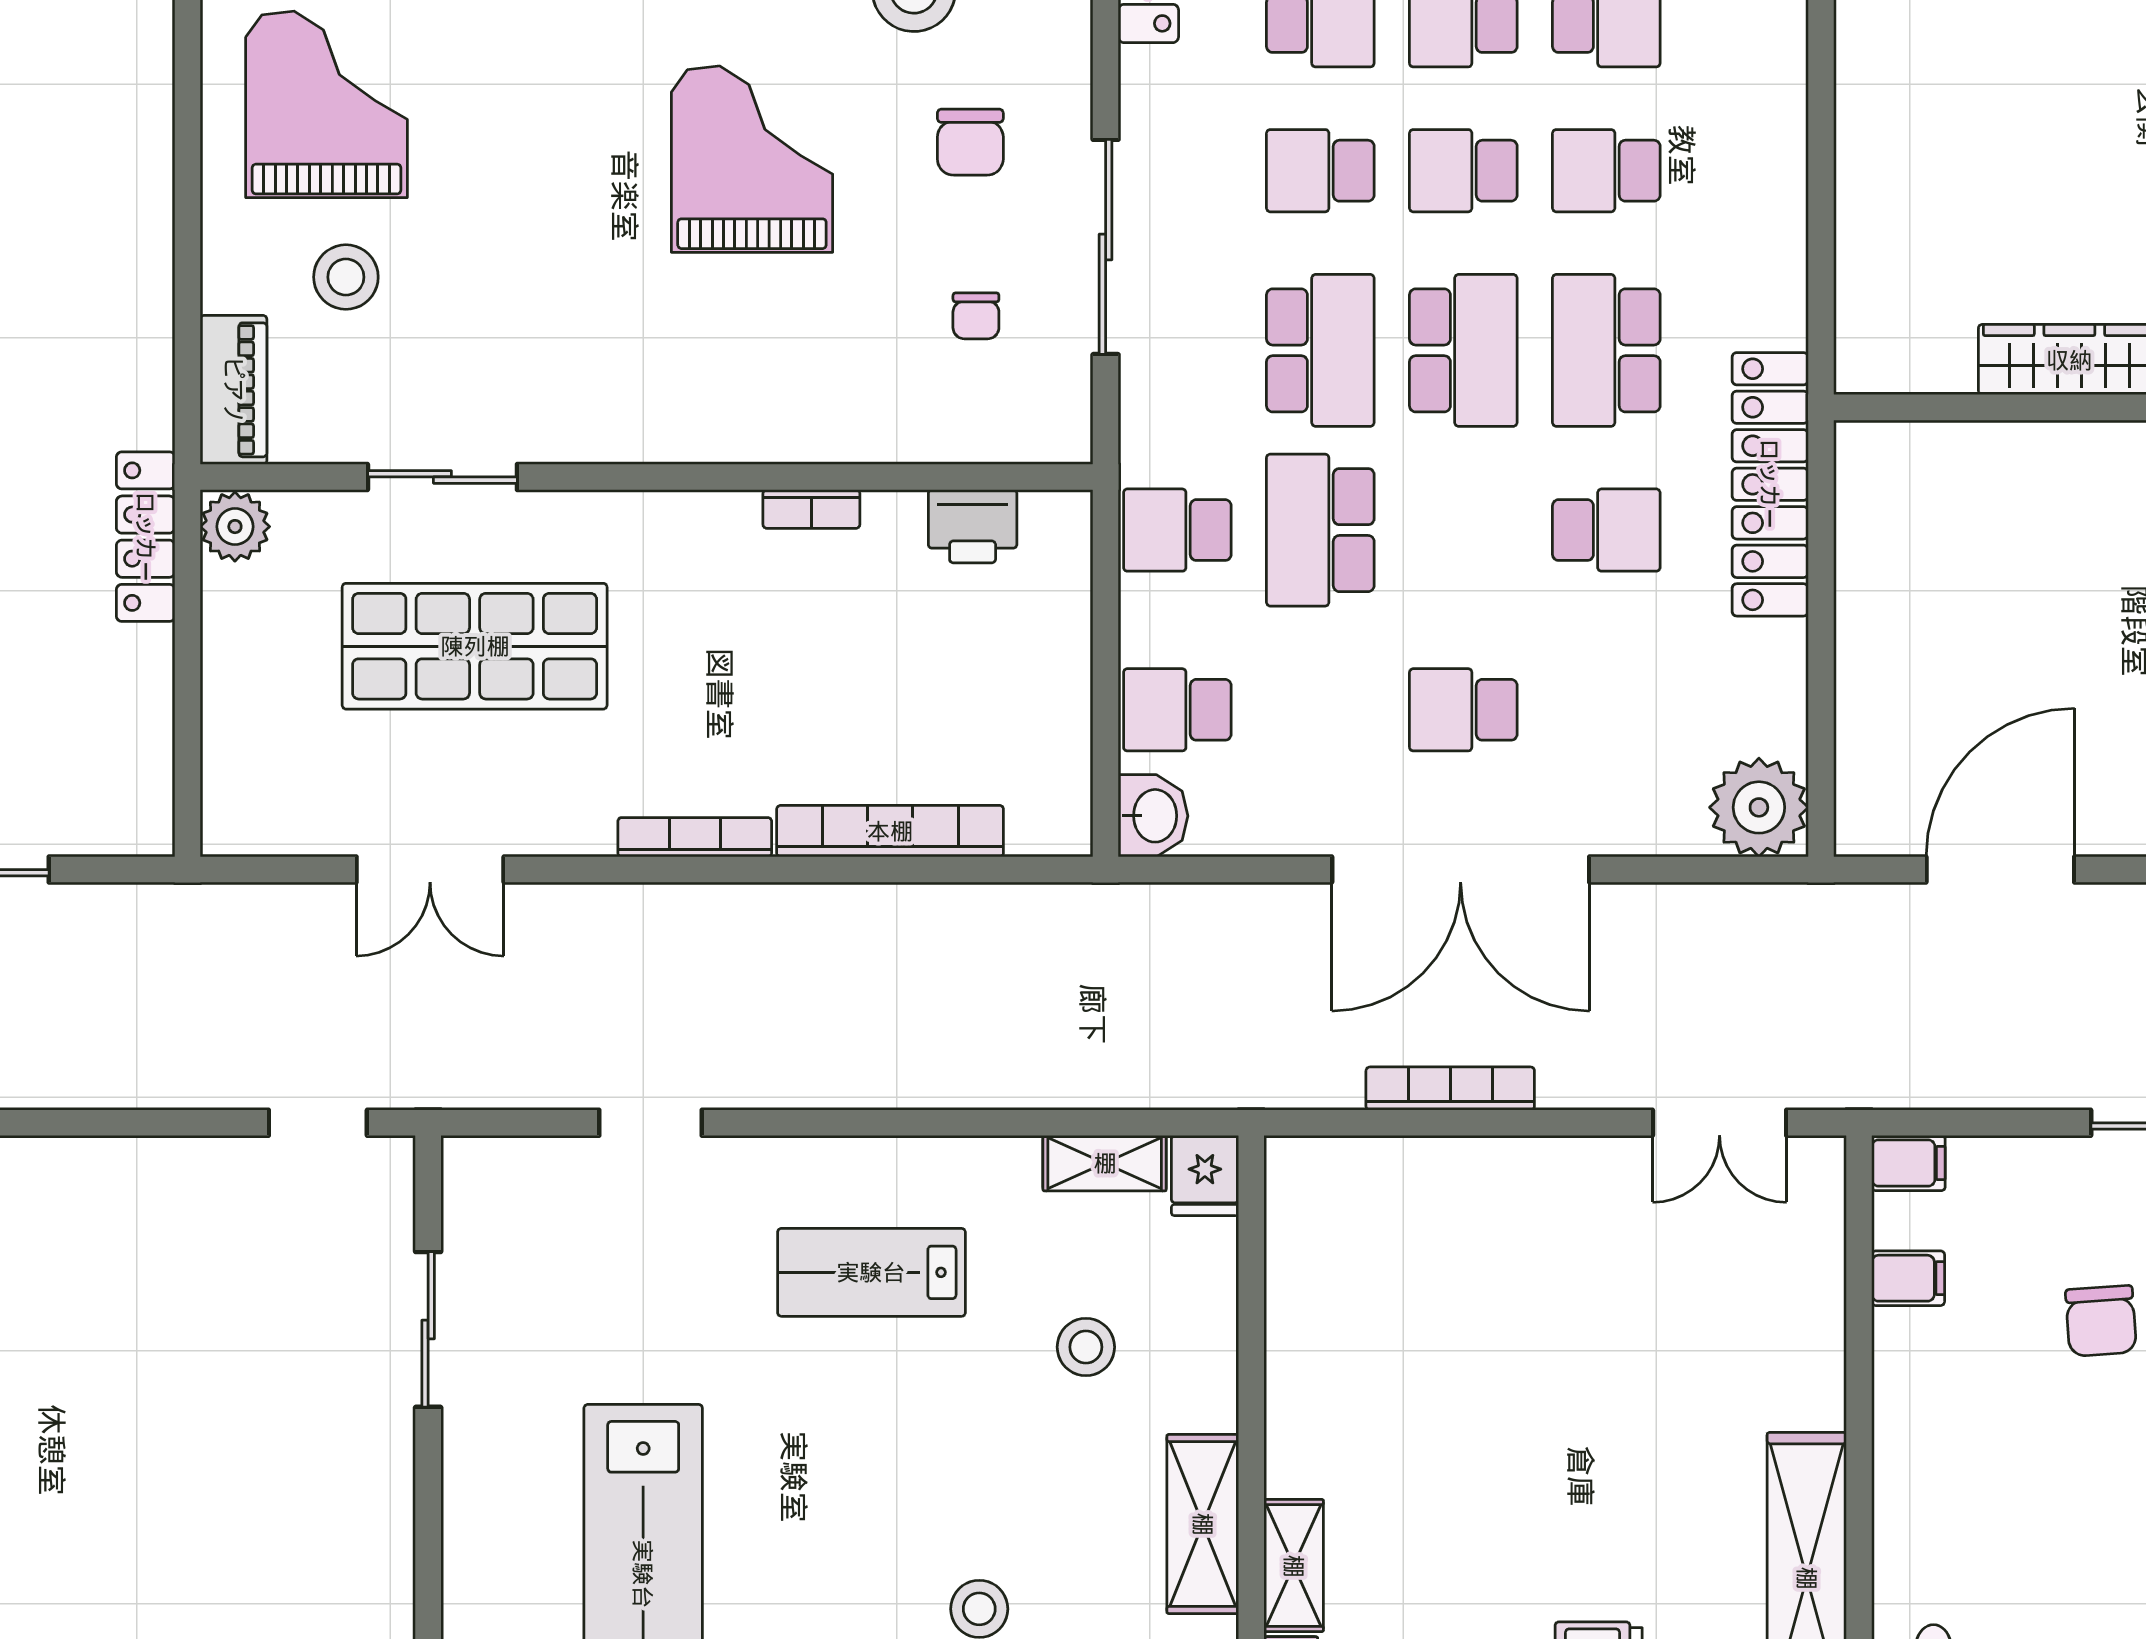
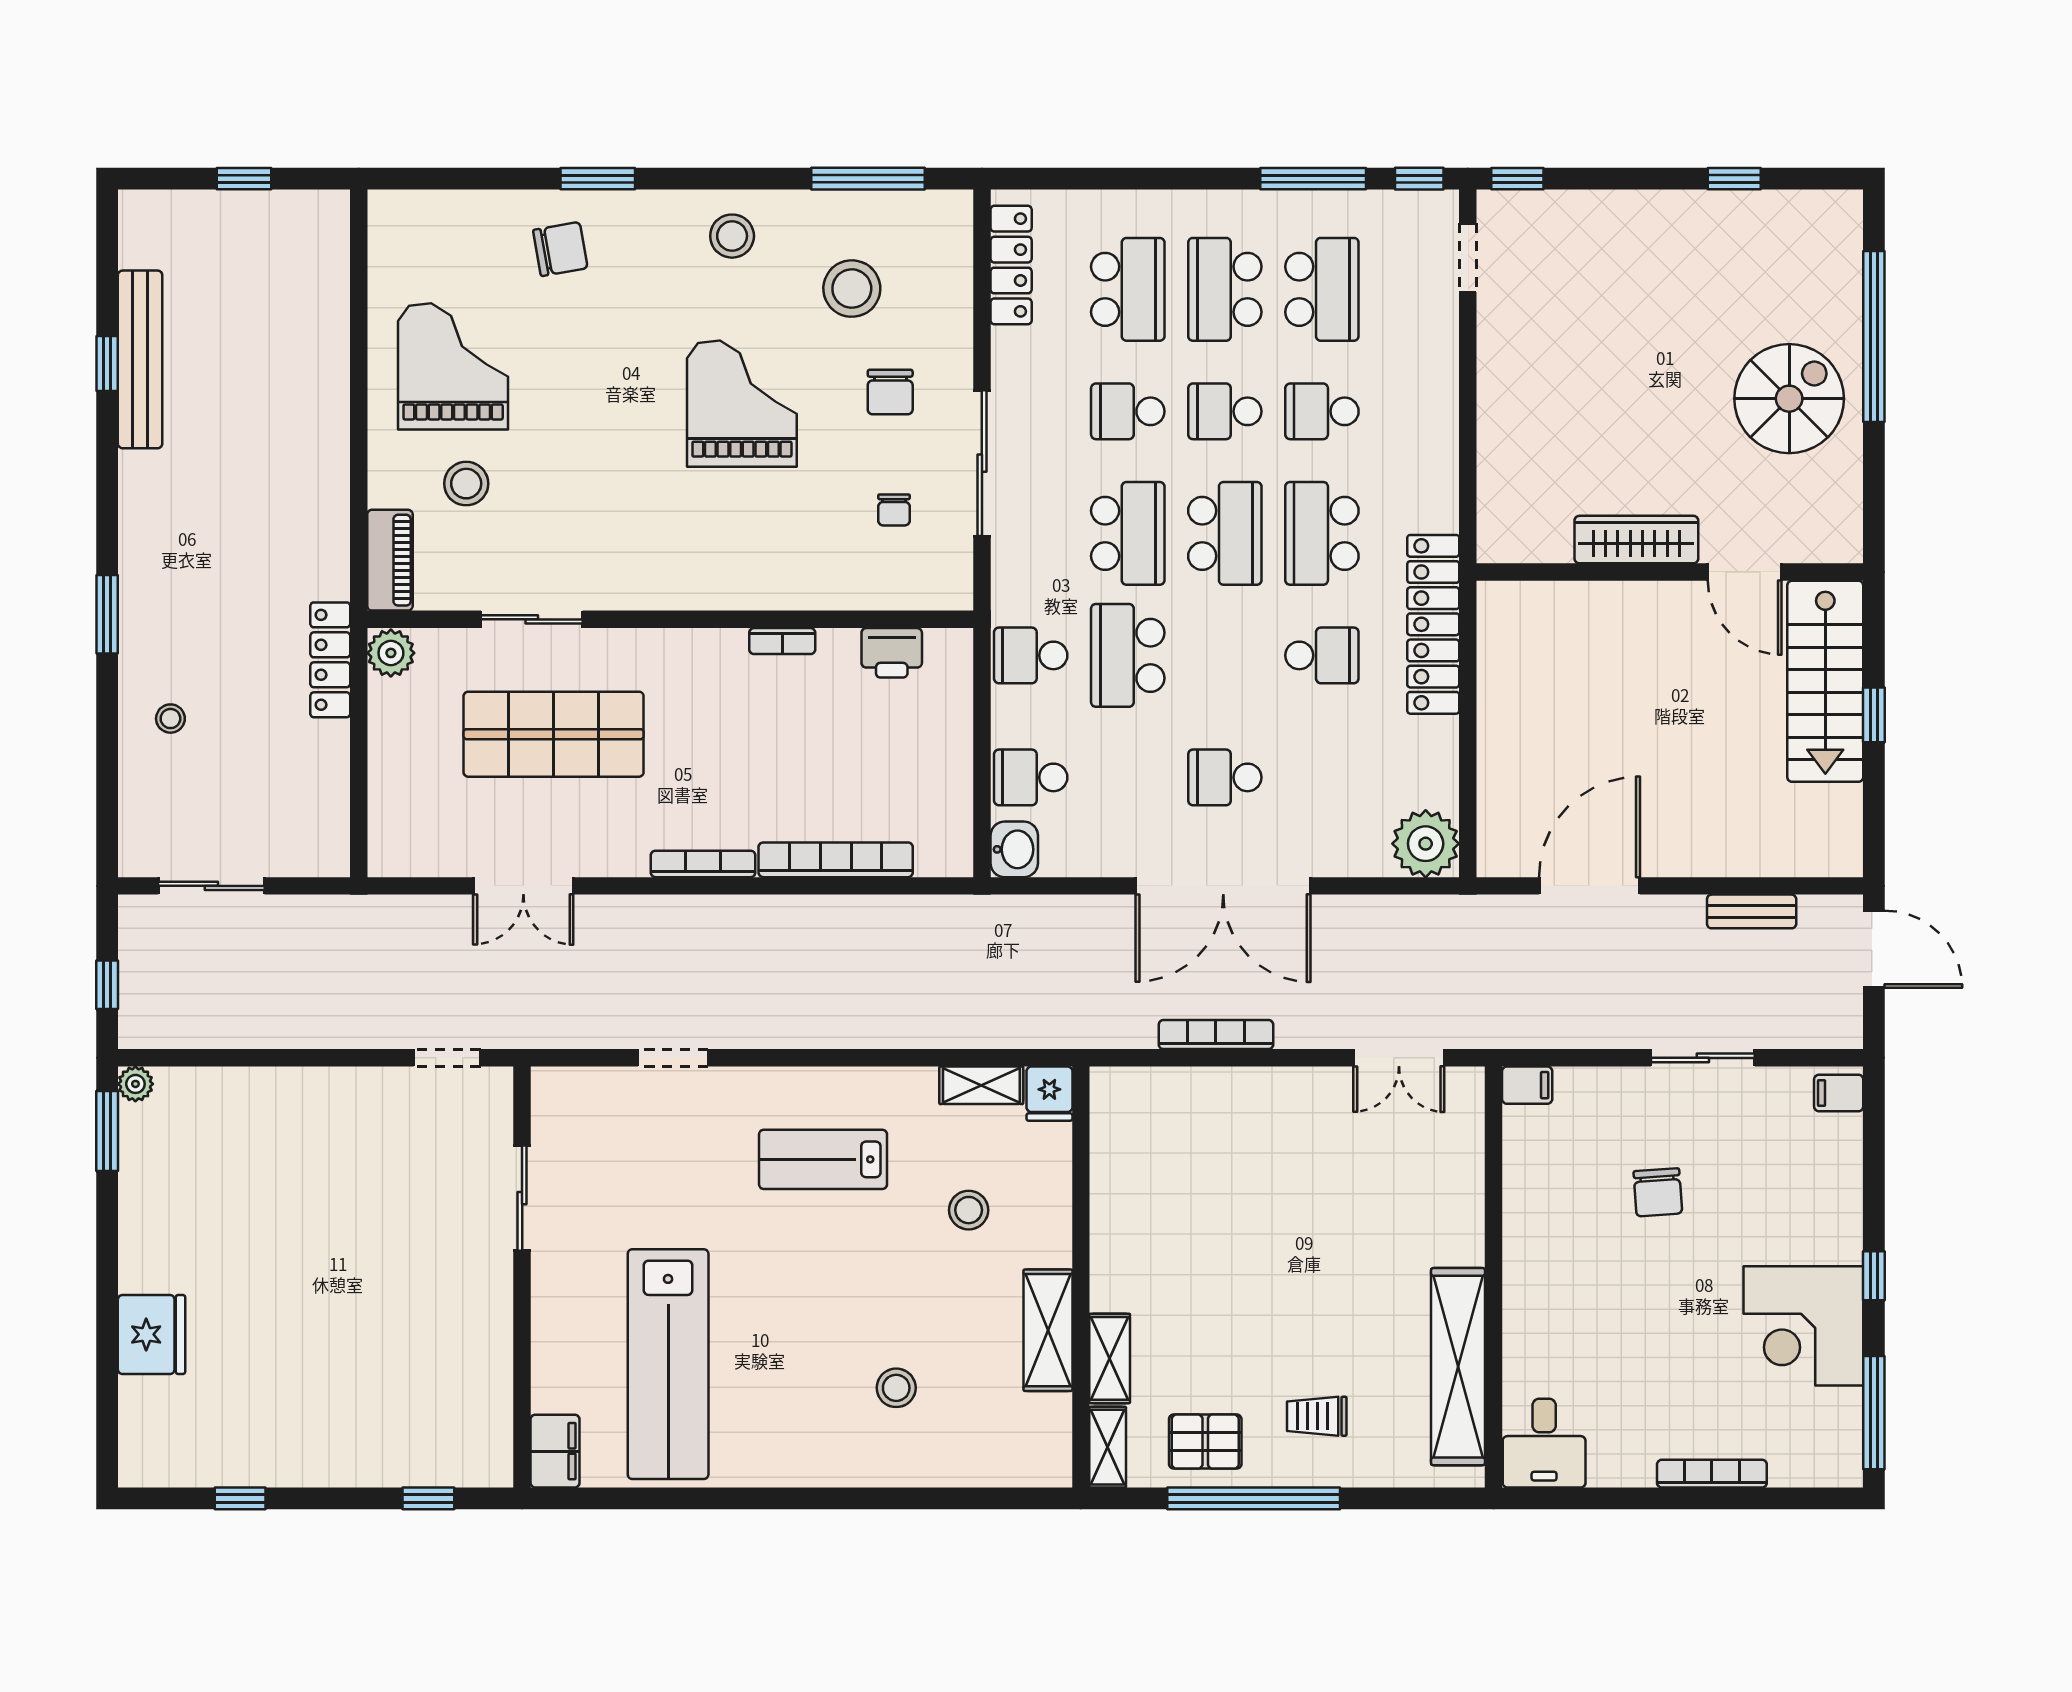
filing cabinet: (1908, 1278) -> (1527, 1163), removed

